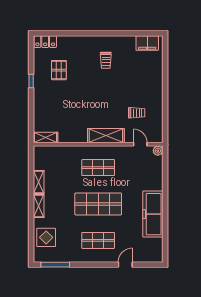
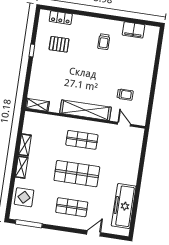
locker: (45, 42) -> (61, 18), moved
filing cabinet: (147, 43) -> (134, 30), moved
pallet: (59, 70) -> (59, 44), turned 90
shelving: (106, 136) -> (85, 110), width x1.47
plant: (158, 151) -> (139, 132), removed
freezer: (153, 214) -> (124, 206), moved

